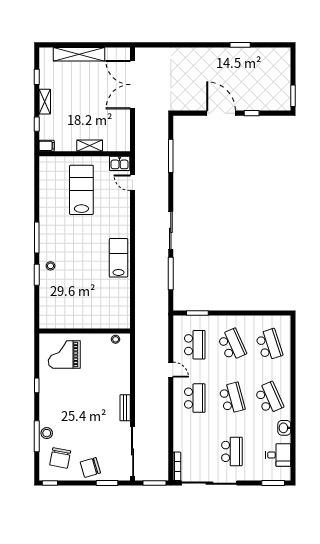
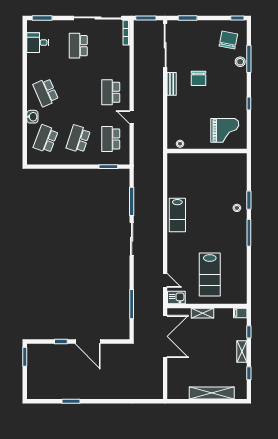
double door: (133, 85) -> (165, 336), moved
school desk: (232, 345) -> (78, 139), turned 42
school desk: (269, 345) -> (46, 139), turned 39
school desk: (232, 398) -> (78, 92), removed
washbasin: (284, 428) -> (32, 117), moved
chair: (90, 467) -> (199, 78), moved, turned 106

